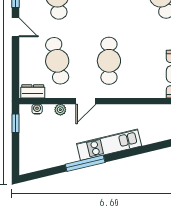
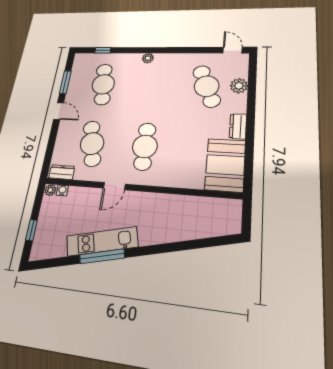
plant: (60, 110) -> (50, 190), moved
window: (16, 123) -> (32, 230), moved
kitchen unit: (109, 145) -> (102, 241), moved

